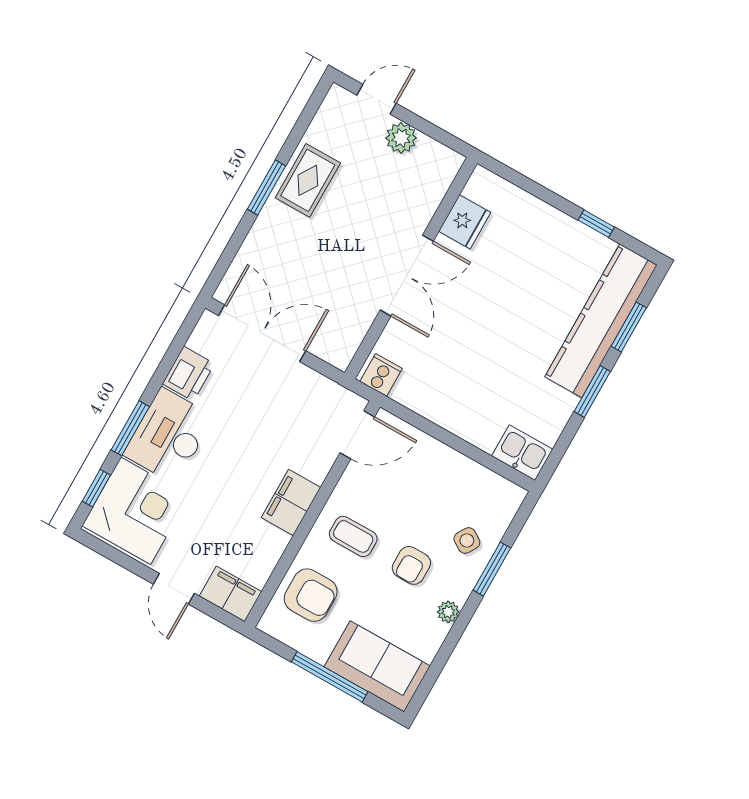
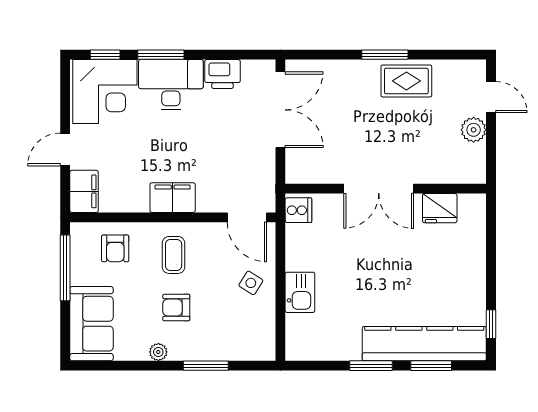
window: (596, 224) -> (491, 324), moved
kitchen sink: (522, 453) -> (300, 292), moved
side table: (467, 540) -> (251, 283), moved
armchair: (311, 595) -> (115, 248), width x0.72, depth x0.72
window: (330, 677) -> (65, 268), moved

